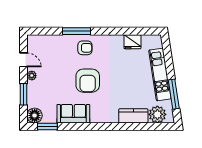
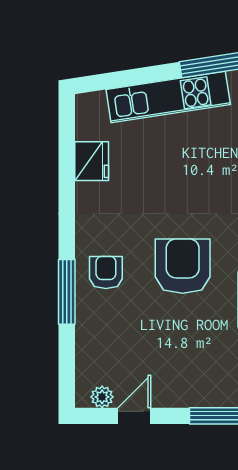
plant: (32, 76) -> (102, 397), moved
armchair: (88, 81) -> (183, 266), turned -90

